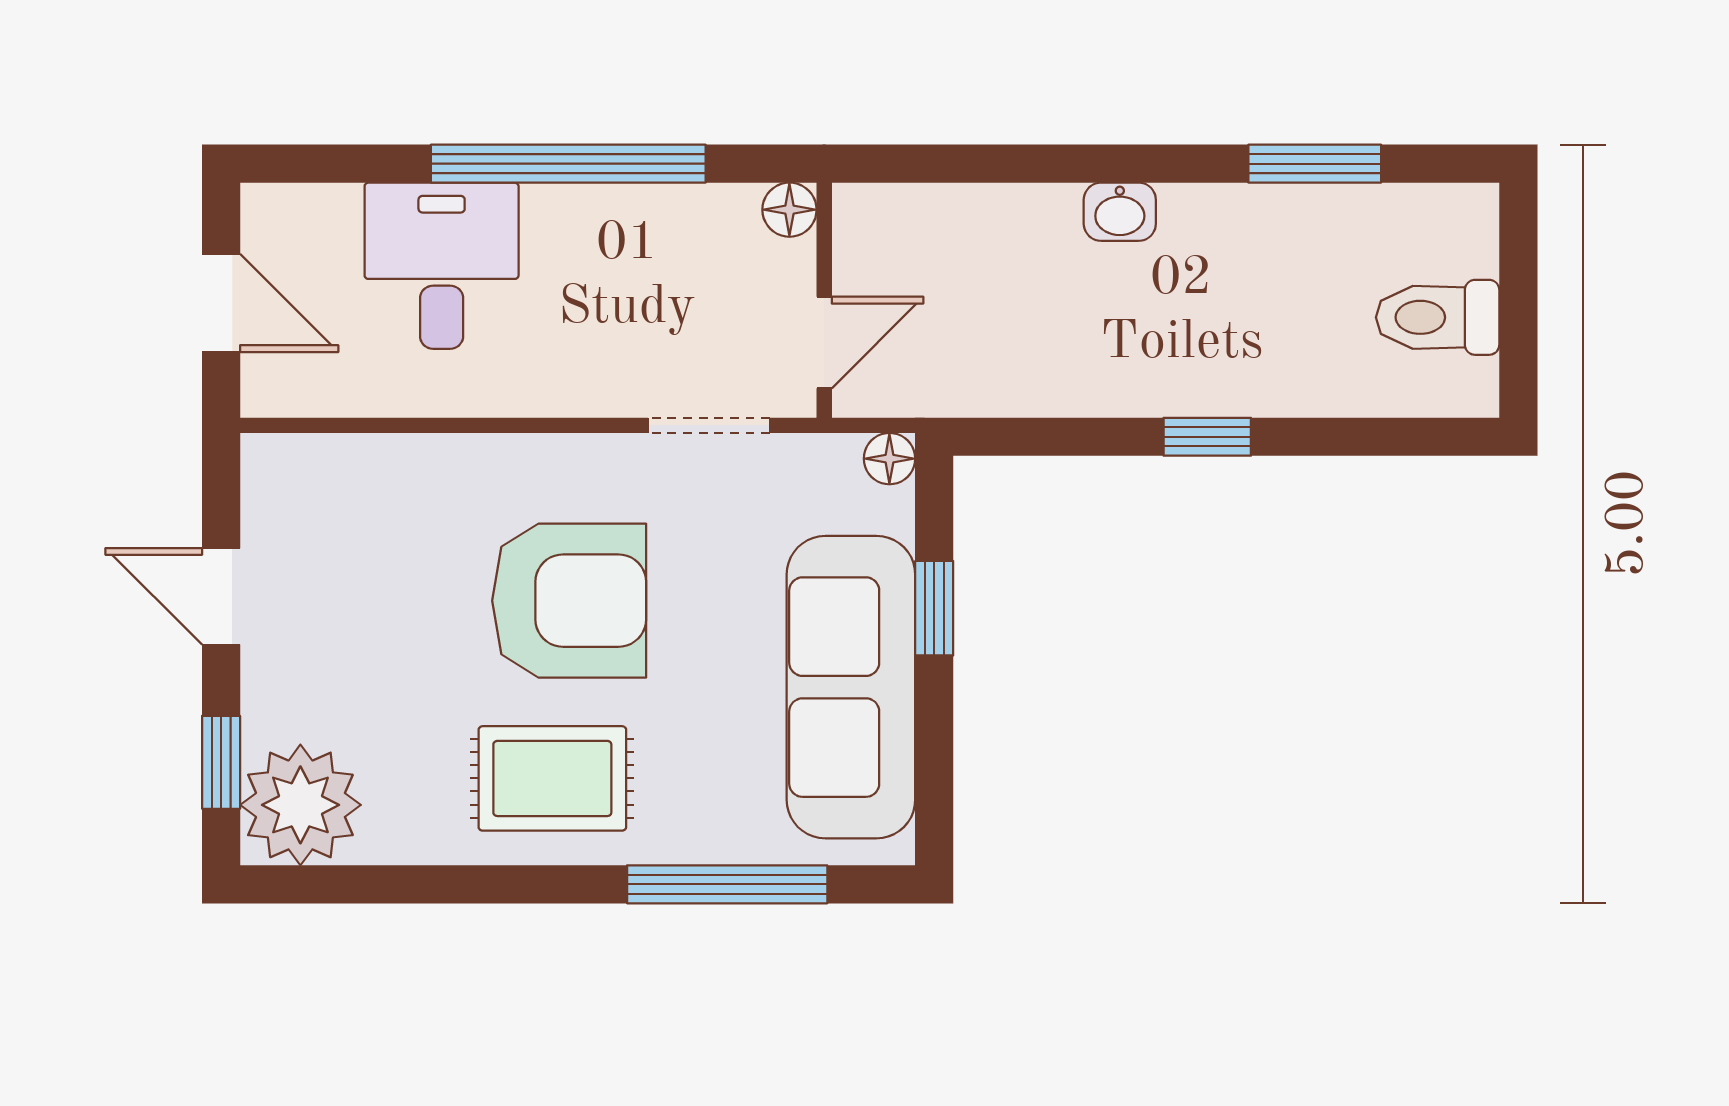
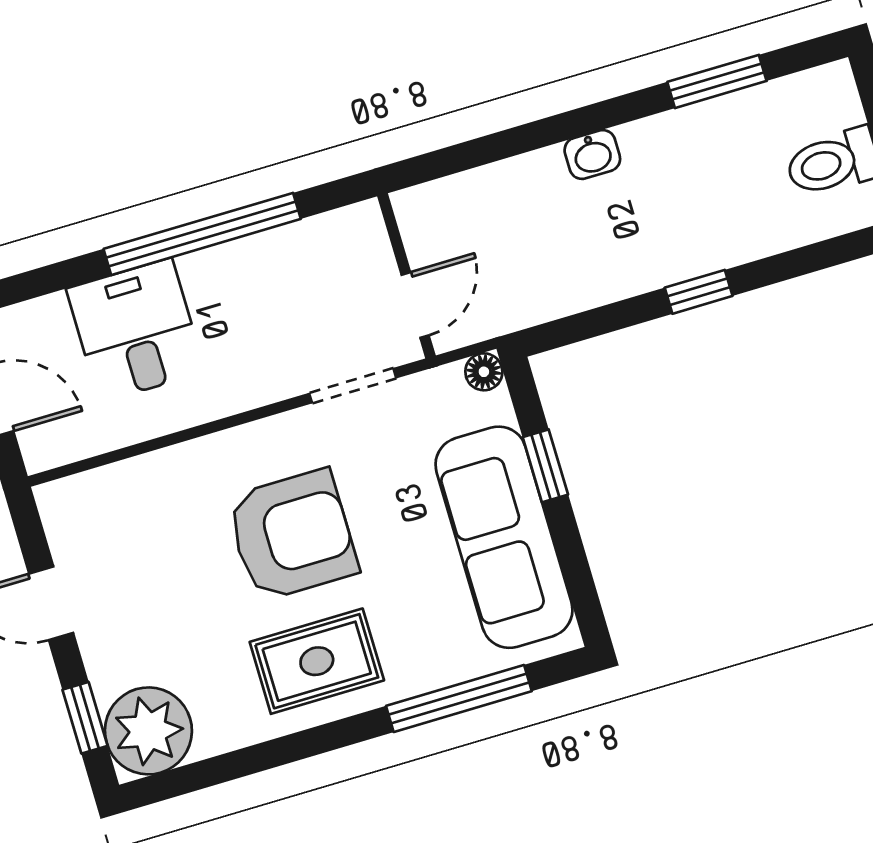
floor lamp: (789, 210) -> (364, 221), removed

